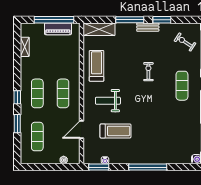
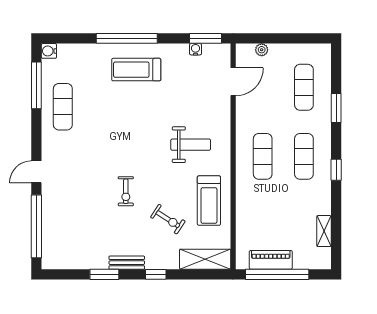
window: (130, 20) -> (156, 274), width x0.46
exercise bike: (185, 42) -> (168, 219), moved
exercise mat: (182, 86) -> (63, 107), moved
window: (17, 97) -> (336, 170), moved
door: (81, 130) -> (233, 82), moved
treadmill: (116, 131) -> (136, 70), moved

